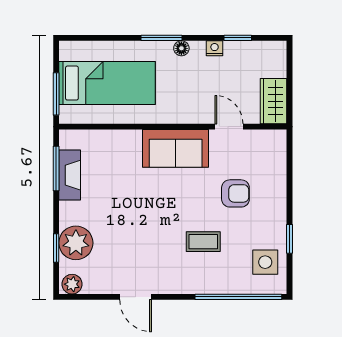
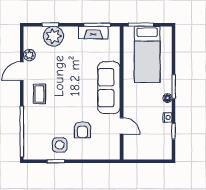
wardrobe: (273, 101) -> (137, 152), removed
door: (229, 127) -> (122, 126), hinge flipped
sofa: (176, 148) -> (109, 88), width x1.36
coffee table: (203, 242) -> (39, 94), moved
side table: (265, 262) -> (60, 145), moved
plant: (72, 284) -> (29, 55), moved

